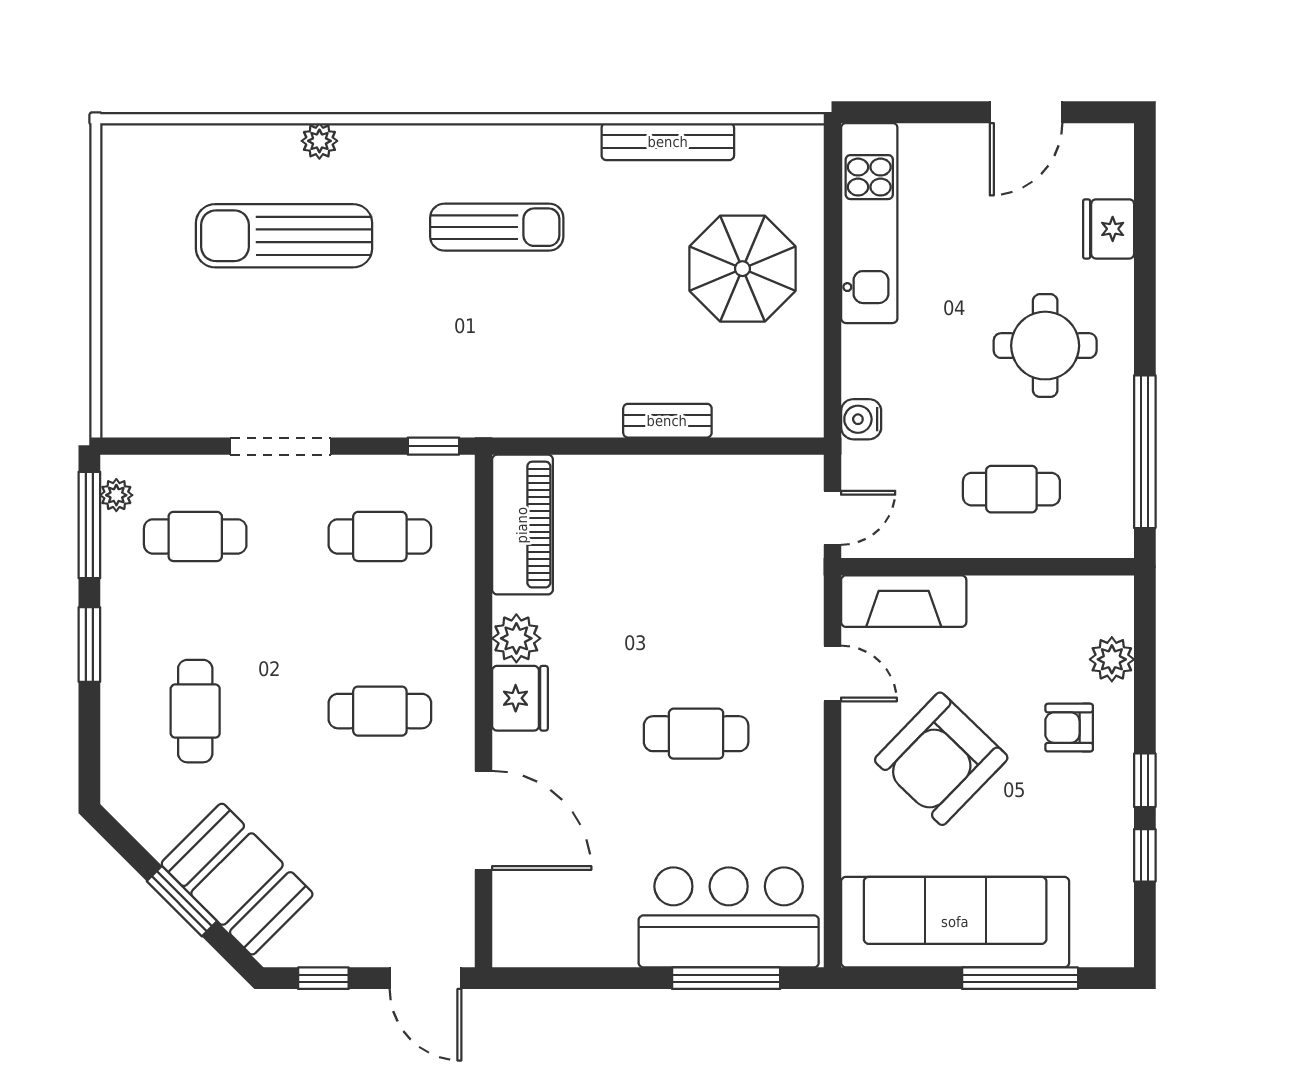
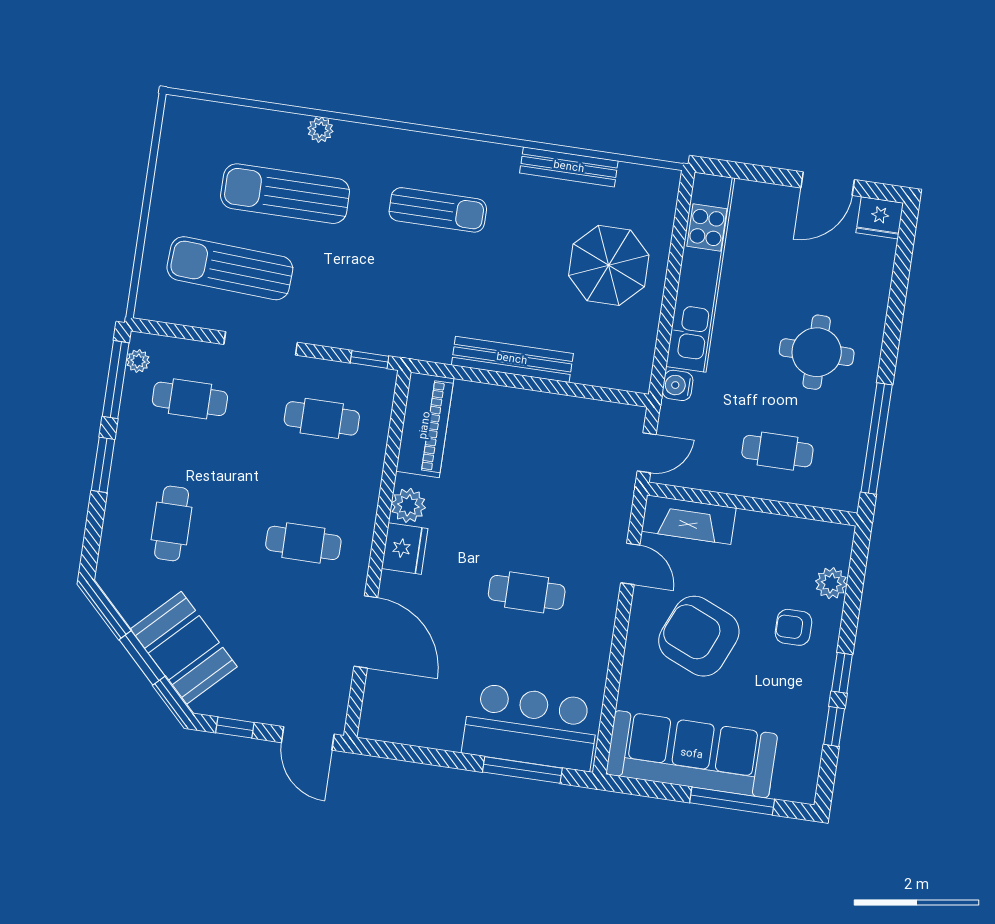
kitchen unit: (869, 223) -> (700, 272), width x1.36
fridge: (1109, 229) -> (880, 218), moved, turned -90
sun lounger: (224, 349) -> (230, 268), added
bench: (667, 421) -> (512, 359), width x1.86, depth x1.21
armchair: (941, 759) -> (699, 636), turned 69

